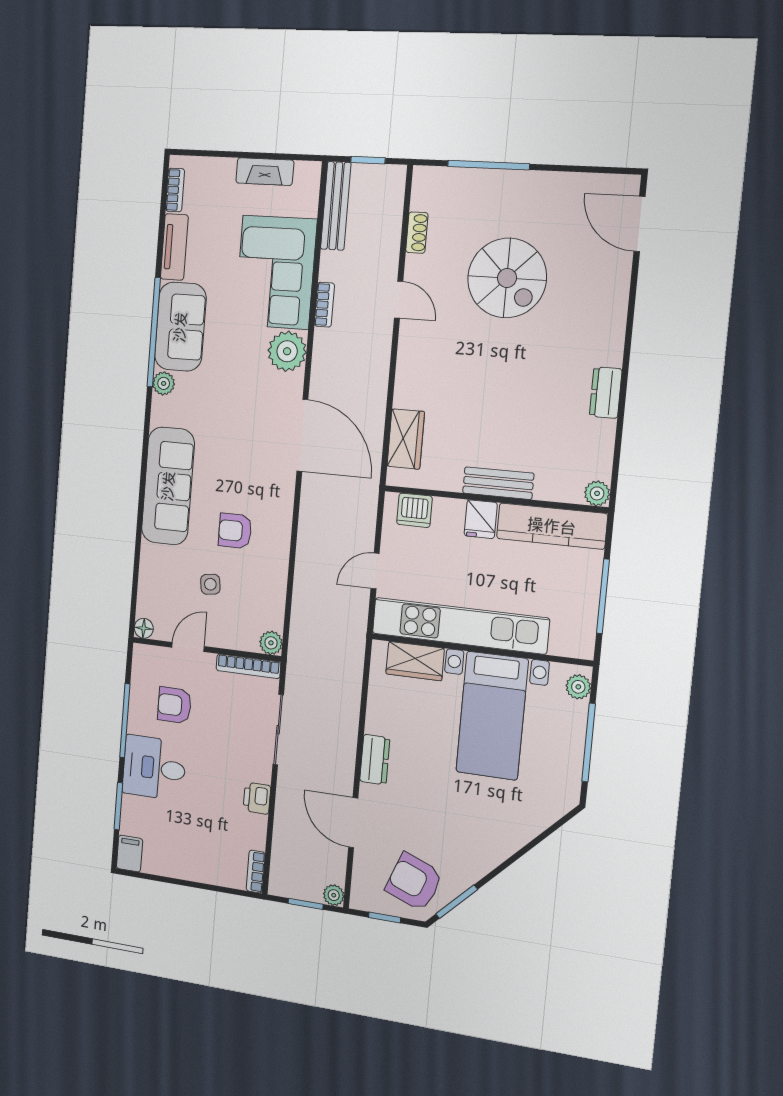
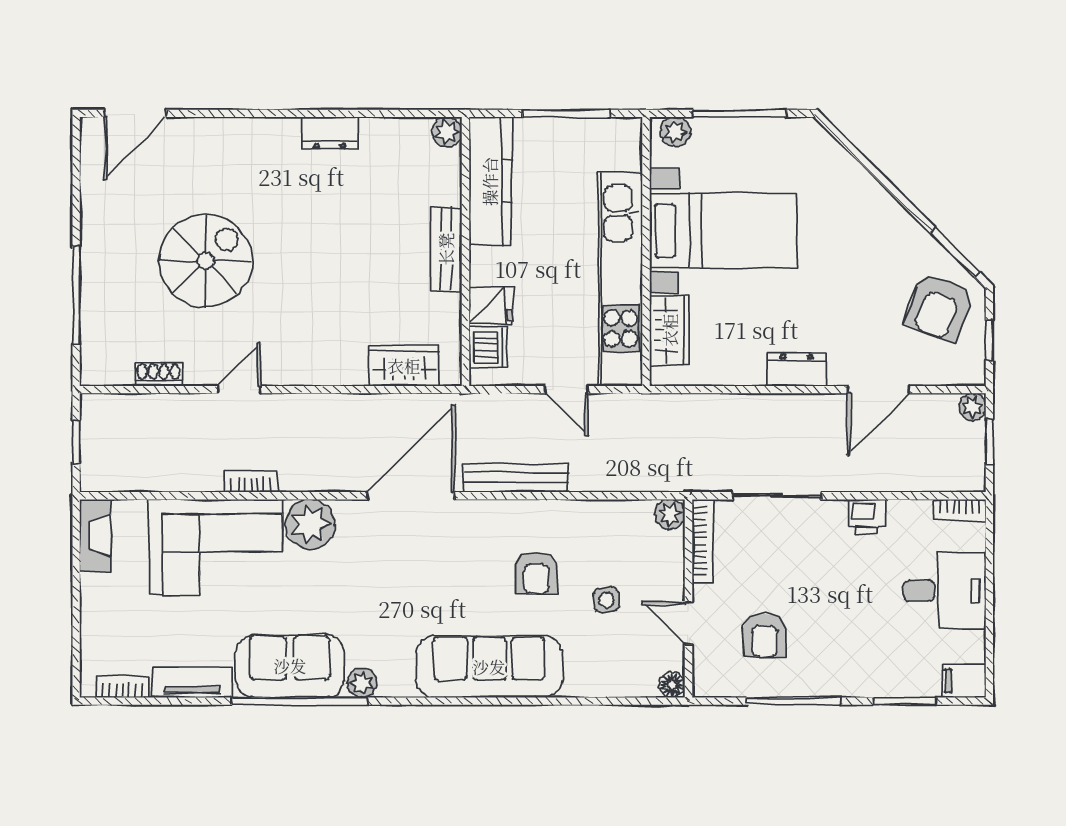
fireplace: (265, 172) -> (95, 536), moved
bench: (336, 206) -> (516, 478), moved
fridge: (481, 519) -> (491, 306), moved
desk: (154, 768) -> (945, 591), moved, turned -90

